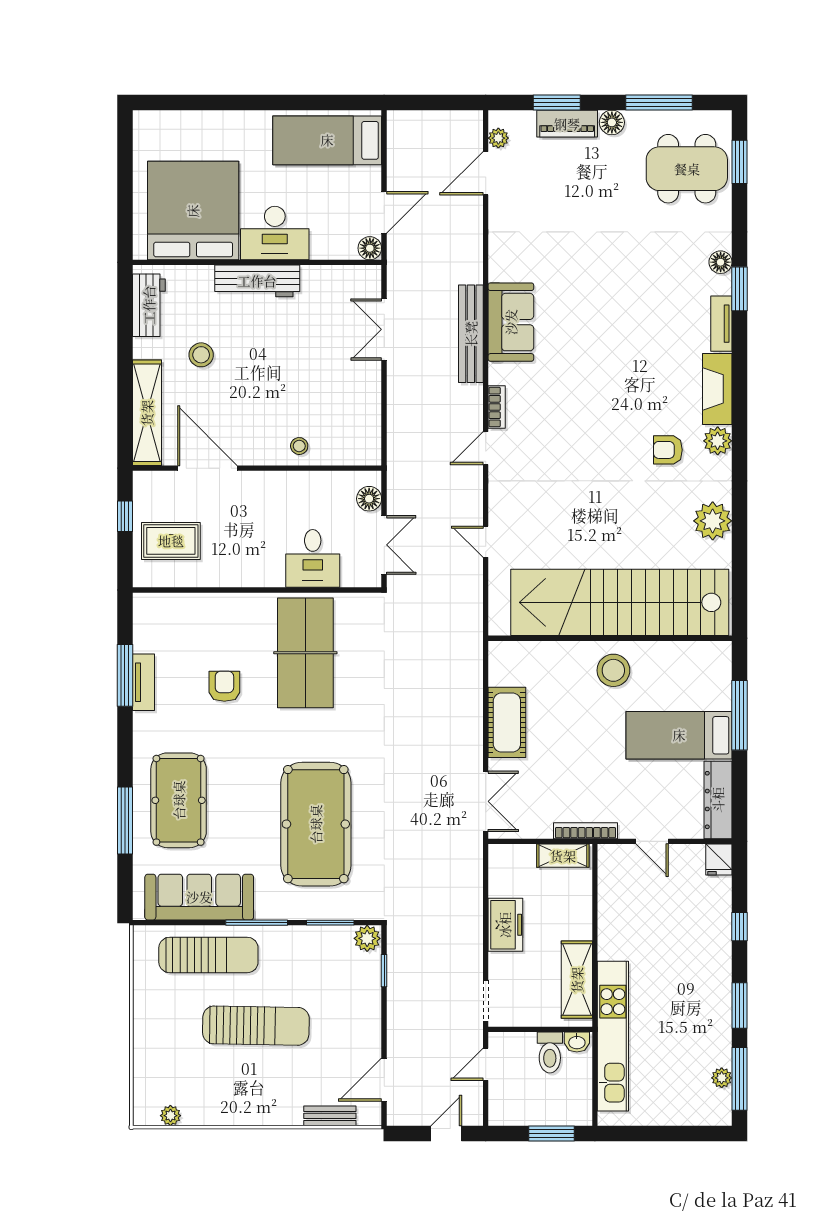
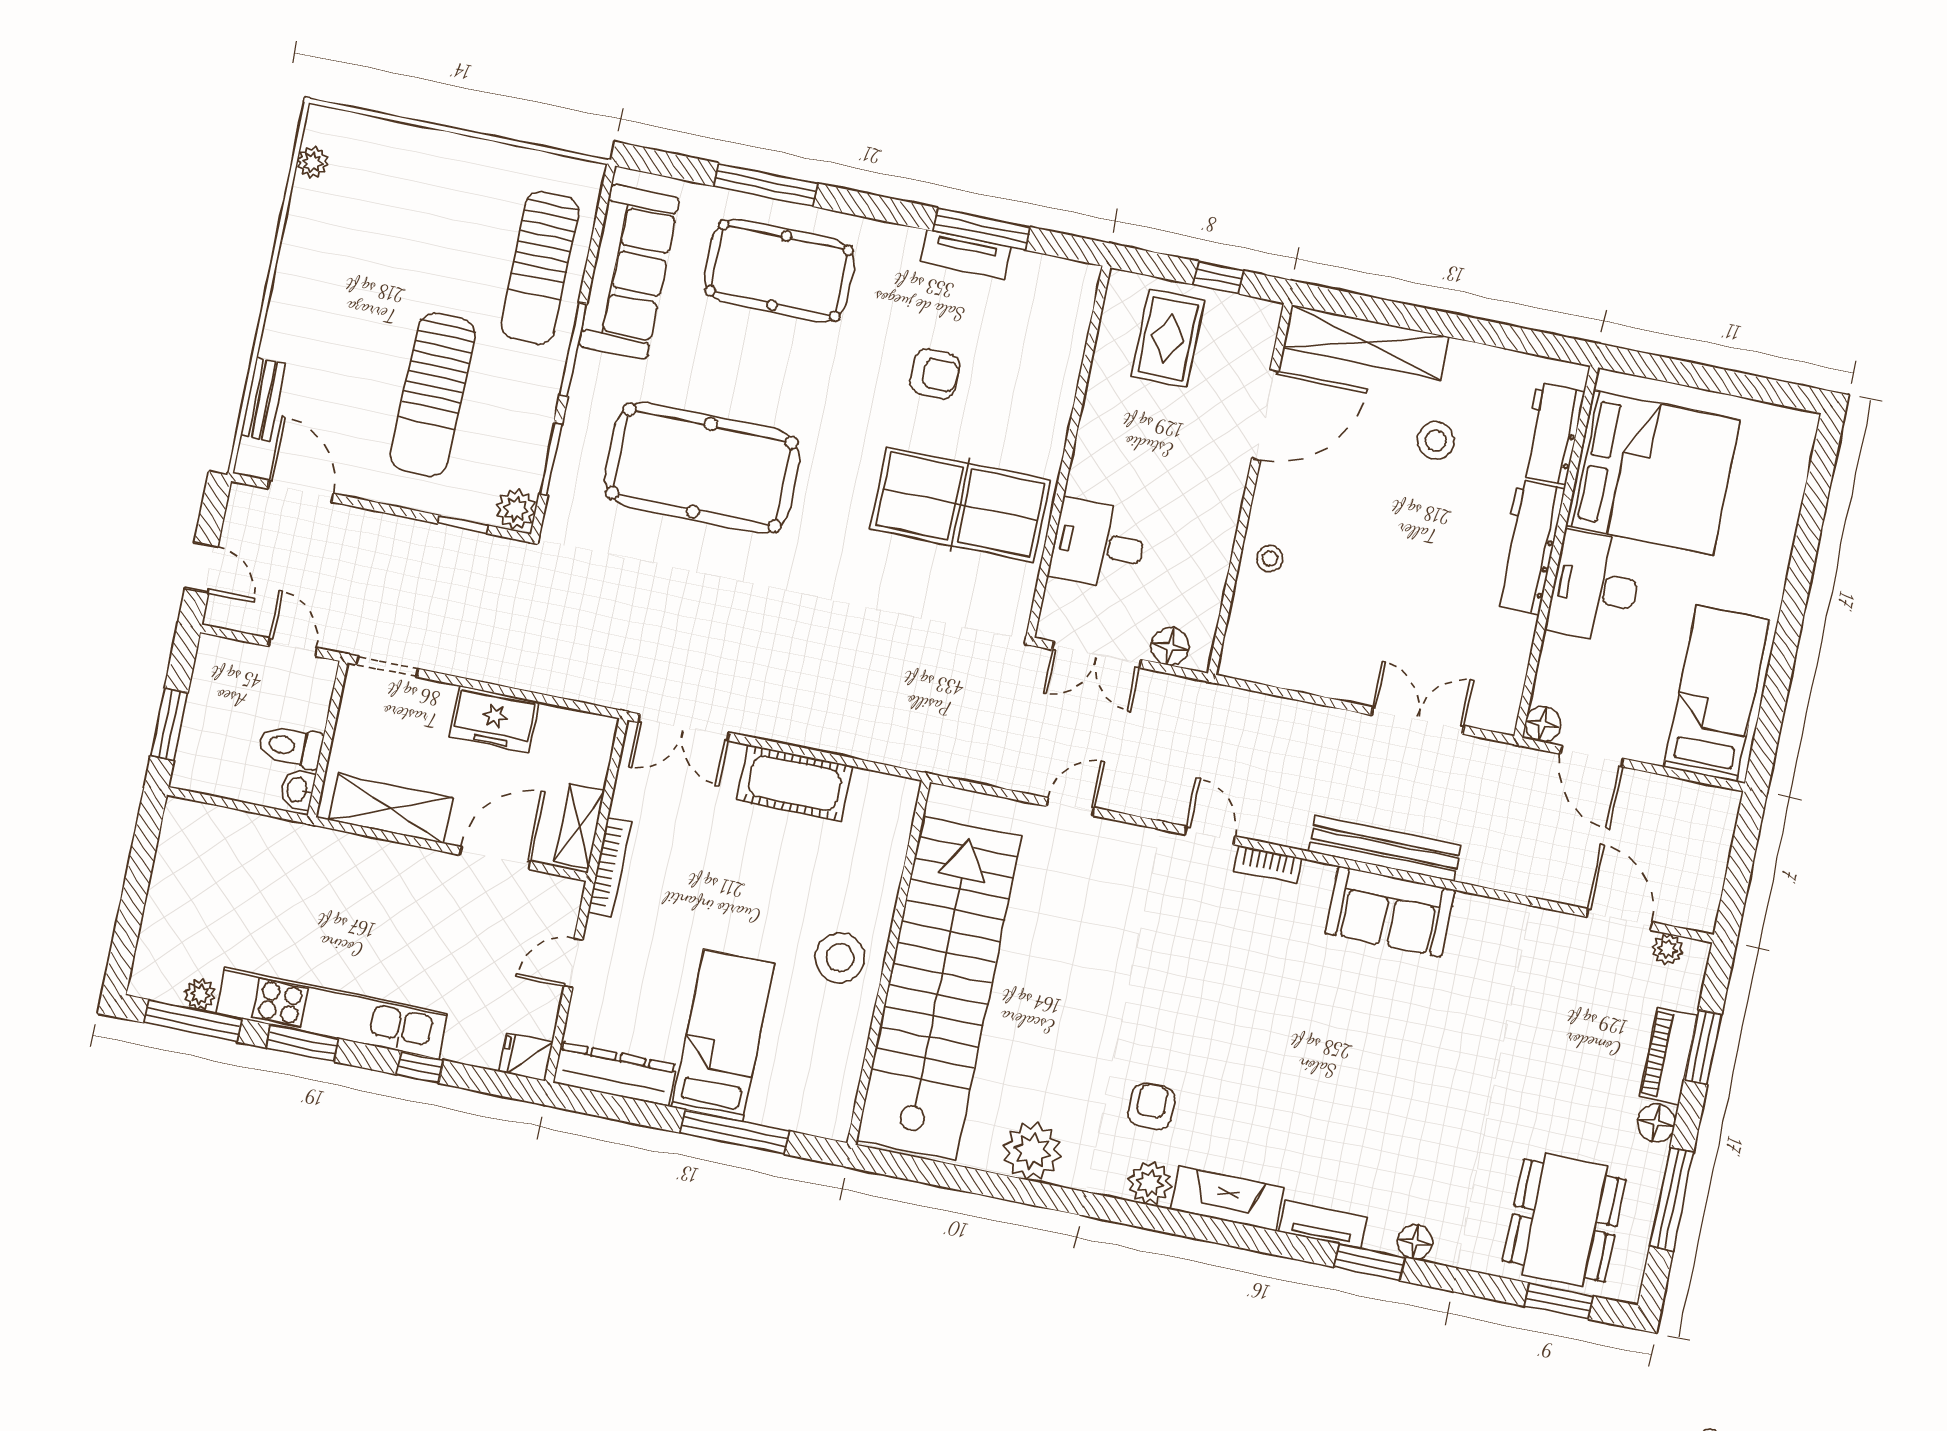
workbench: (149, 305) -> (1551, 434), moved, turned 90
door: (595, 906) -> (495, 858), added
sun lounger: (256, 1026) -> (433, 395), moved
kitchen unit: (613, 1036) -> (332, 1013), moved, turned 180

